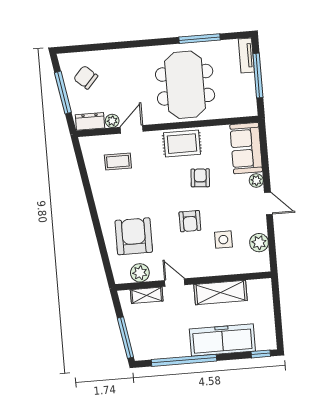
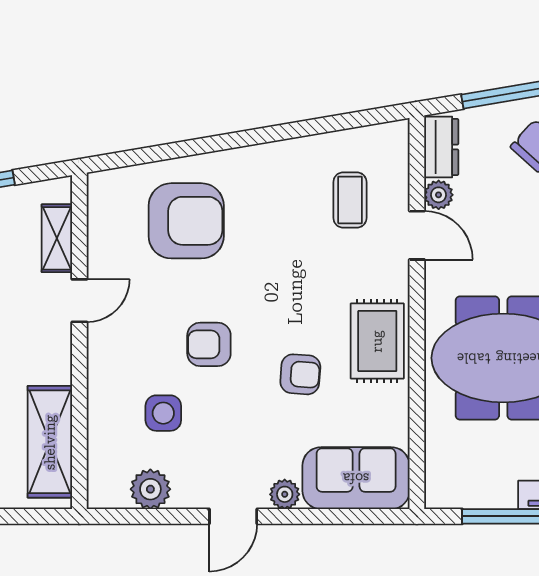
plant: (140, 273) -> (107, 227), removed
shelving: (220, 293) -> (50, 442), moved

